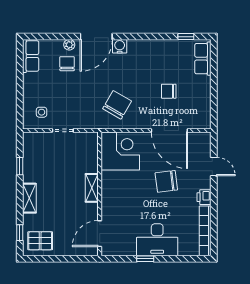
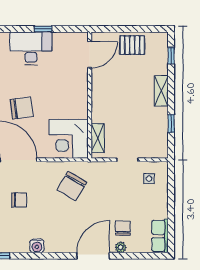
water cooler: (120, 46) -> (37, 246), moved
chair: (67, 64) -> (123, 228), turned 180
shelving: (92, 188) -> (98, 138), moved
pallet: (40, 241) -> (132, 45), moved

